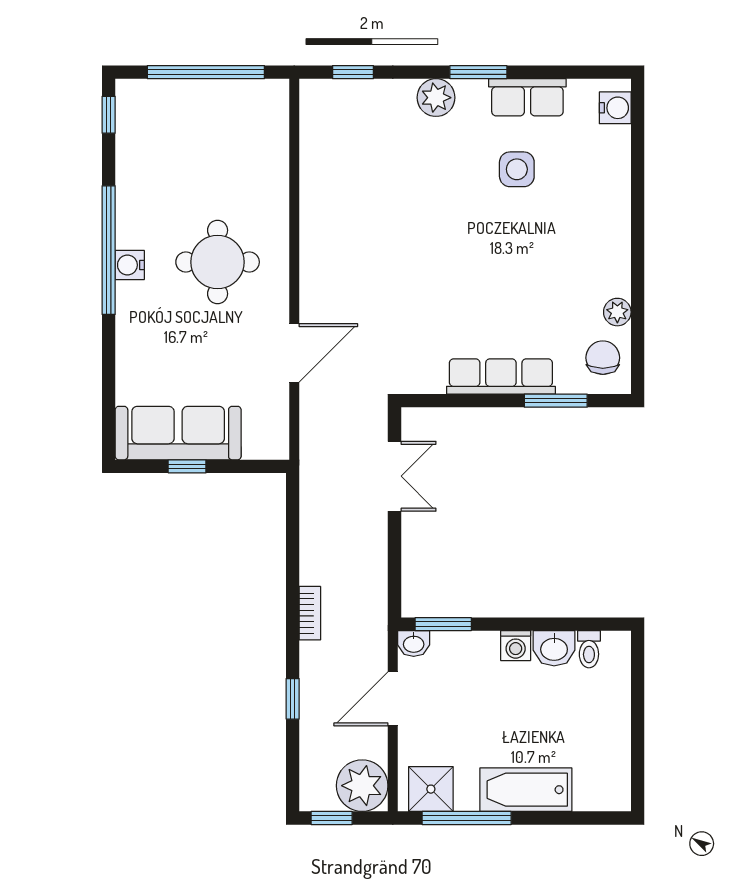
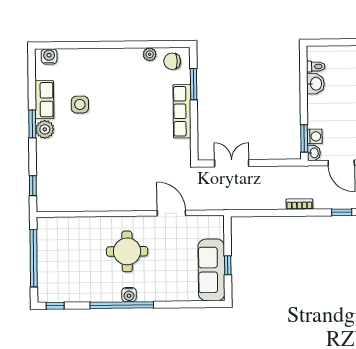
plant: (436, 98) -> (45, 129), moved
washing machine: (516, 646) -> (315, 136), moved

